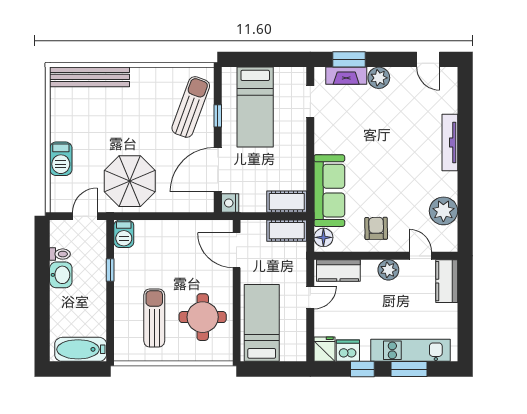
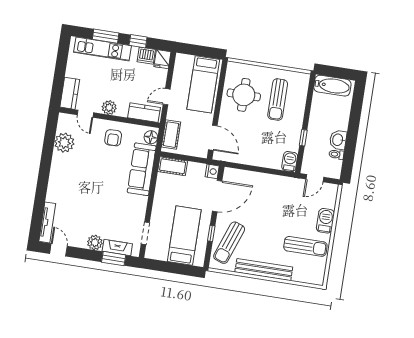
bench: (90, 77) -> (264, 270), moved
sun lounger: (83, 118) -> (305, 246), added
tv unit: (450, 143) -> (47, 222), moved
parasol: (130, 181) -> (280, 198), removed
cot: (287, 231) -> (171, 135), moved, turned 90

